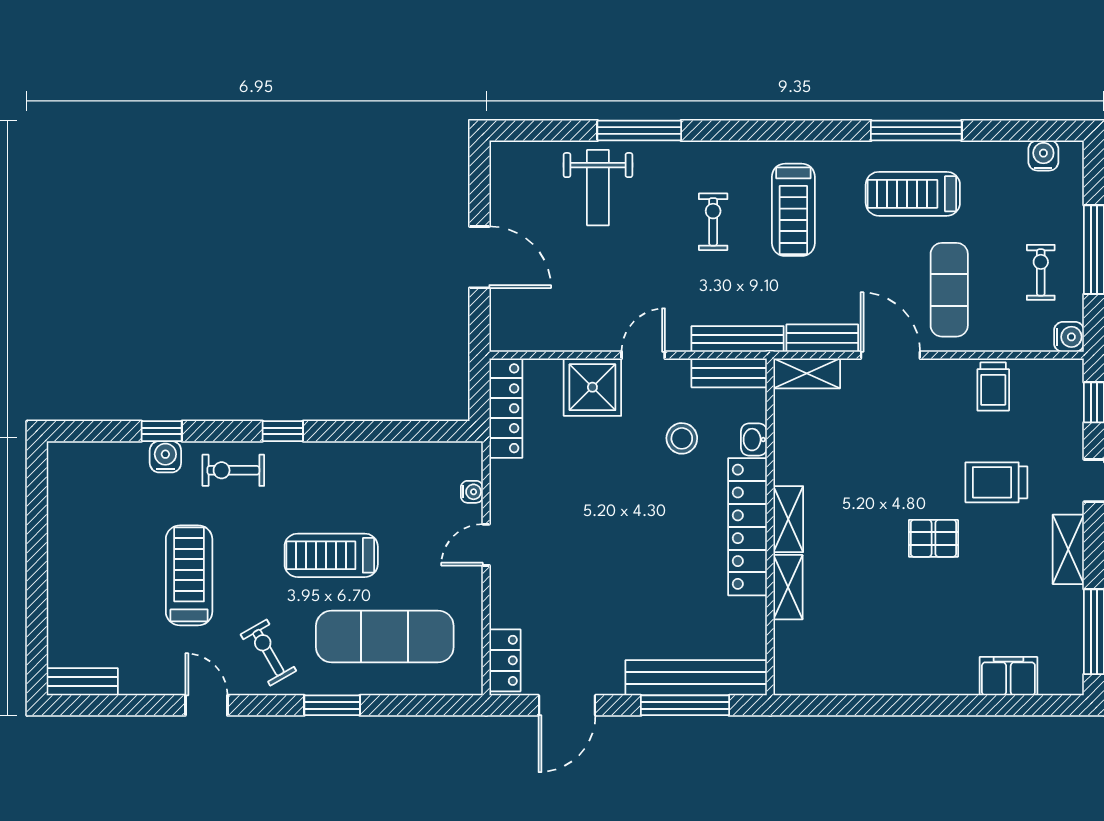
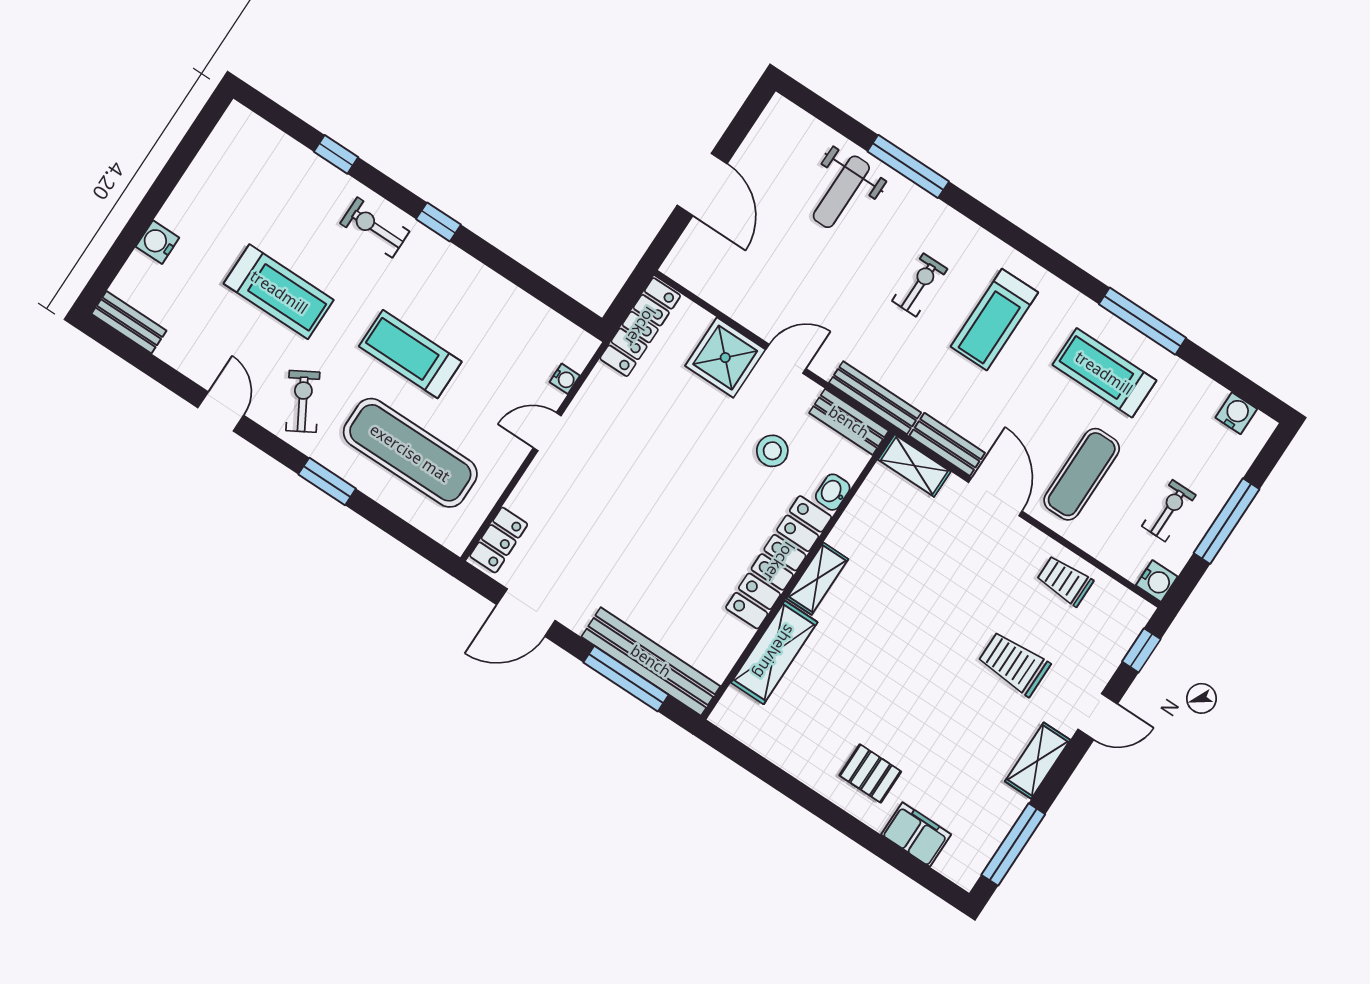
trolley: (993, 387) -> (1065, 581), turned 90
water cooler: (165, 457) -> (157, 242), moved, turned -90
pallet: (933, 538) -> (870, 773), moved
treadmill: (189, 575) -> (279, 292), turned 90
shelving: (788, 587) -> (774, 652), width x1.50, depth x1.33

